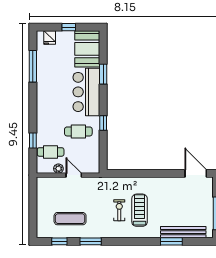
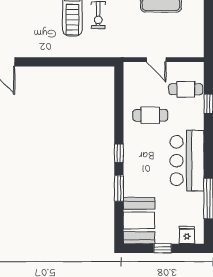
bar counter: (86, 92) -> (187, 161), moved, turned 180
window: (103, 123) -> (119, 153), moved
plant: (58, 169) -> (176, 68), removed

